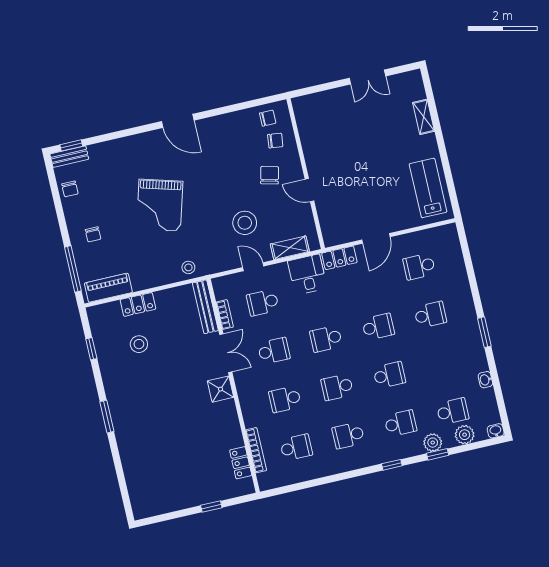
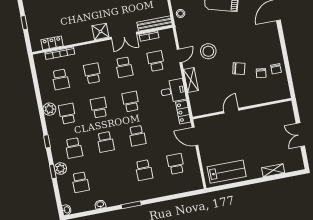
wall: (306, 174) -> (242, 109), moved
door: (309, 190) -> (231, 111), moved
plant: (465, 435) -> (49, 109), moved

